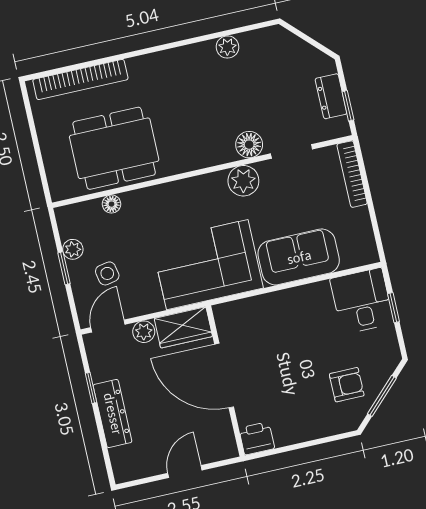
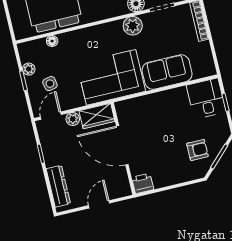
dresser: (113, 414) -> (58, 186), moved

